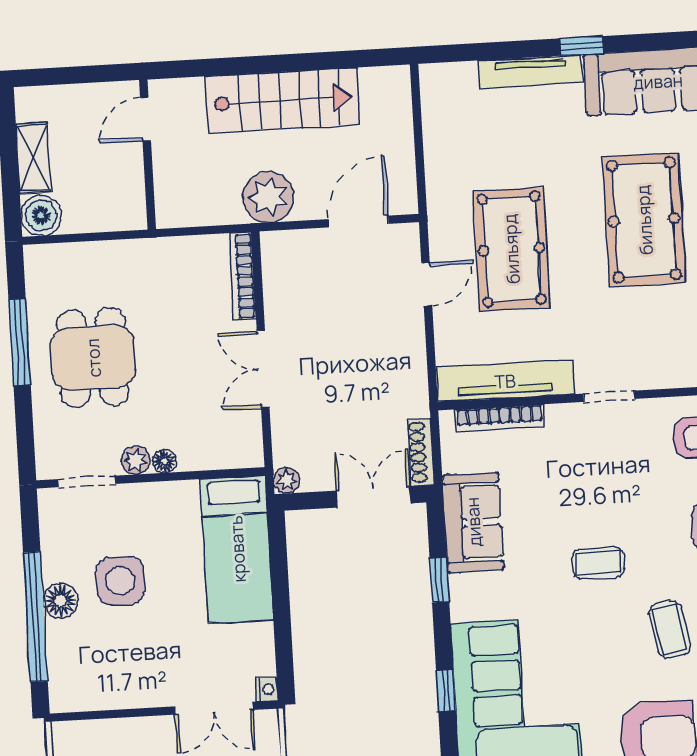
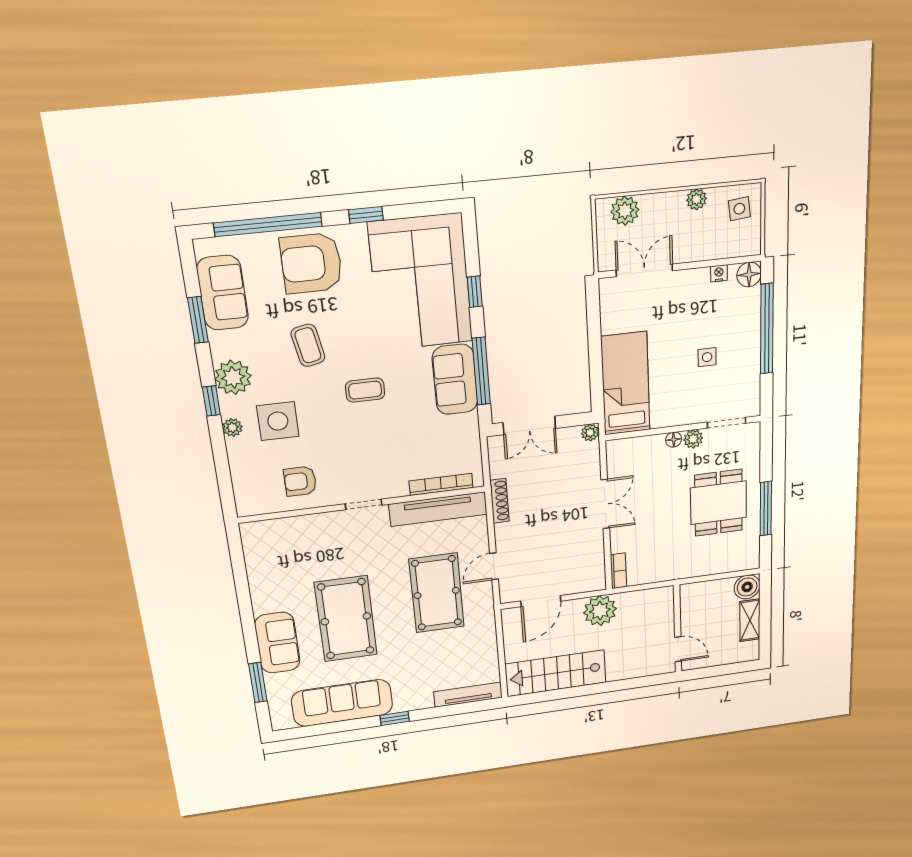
tv unit: (530, 71) -> (468, 695), moved
stairs: (283, 100) -> (556, 673), moved
door: (145, 119) -> (678, 649), hinge flipped
bookcase: (242, 276) -> (618, 571), width x0.64
shoe rack: (421, 452) -> (500, 501), moved
sofa: (473, 522) -> (455, 379), moved
window: (439, 580) -> (481, 371), width x2.17
side table: (120, 581) -> (707, 357), width x0.54, depth x0.54
floor lamp: (60, 601) -> (749, 274), moved
nightstand: (266, 689) -> (719, 273), moved, turned 90

